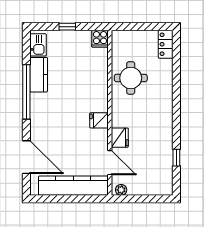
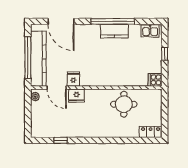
kitchen counter: (39, 75) -> (114, 31), moved
fridge: (99, 120) -> (73, 79), moved
door: (26, 157) -> (61, 21), hinge flipped
door: (110, 163) -> (57, 88), hinge flipped
window: (72, 199) -> (28, 57), added

